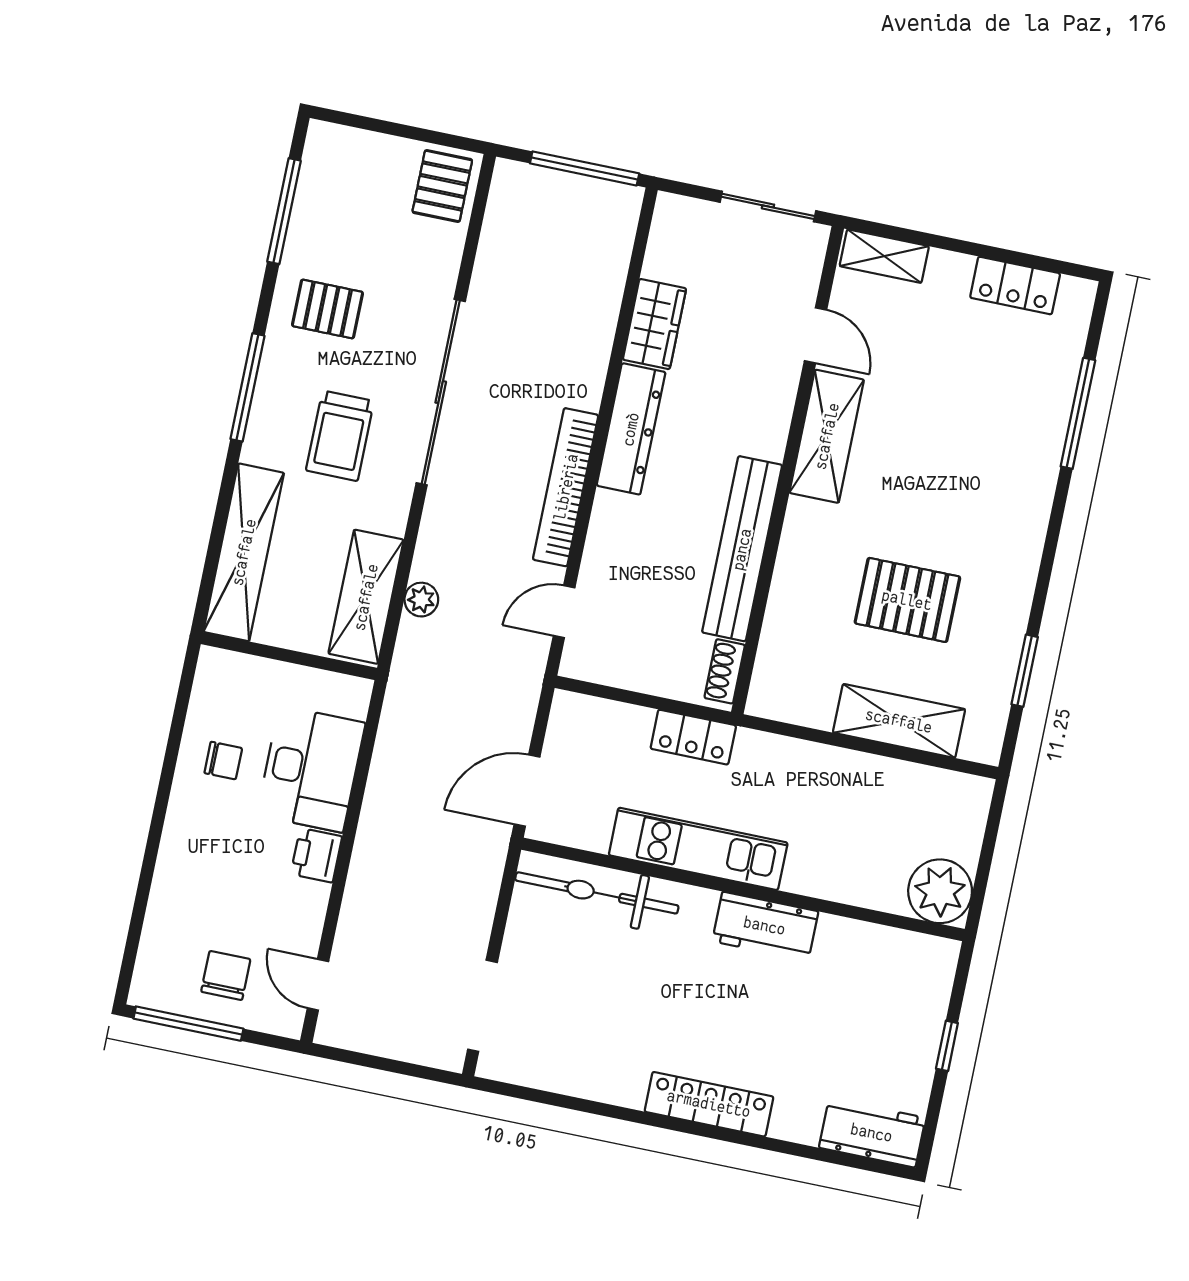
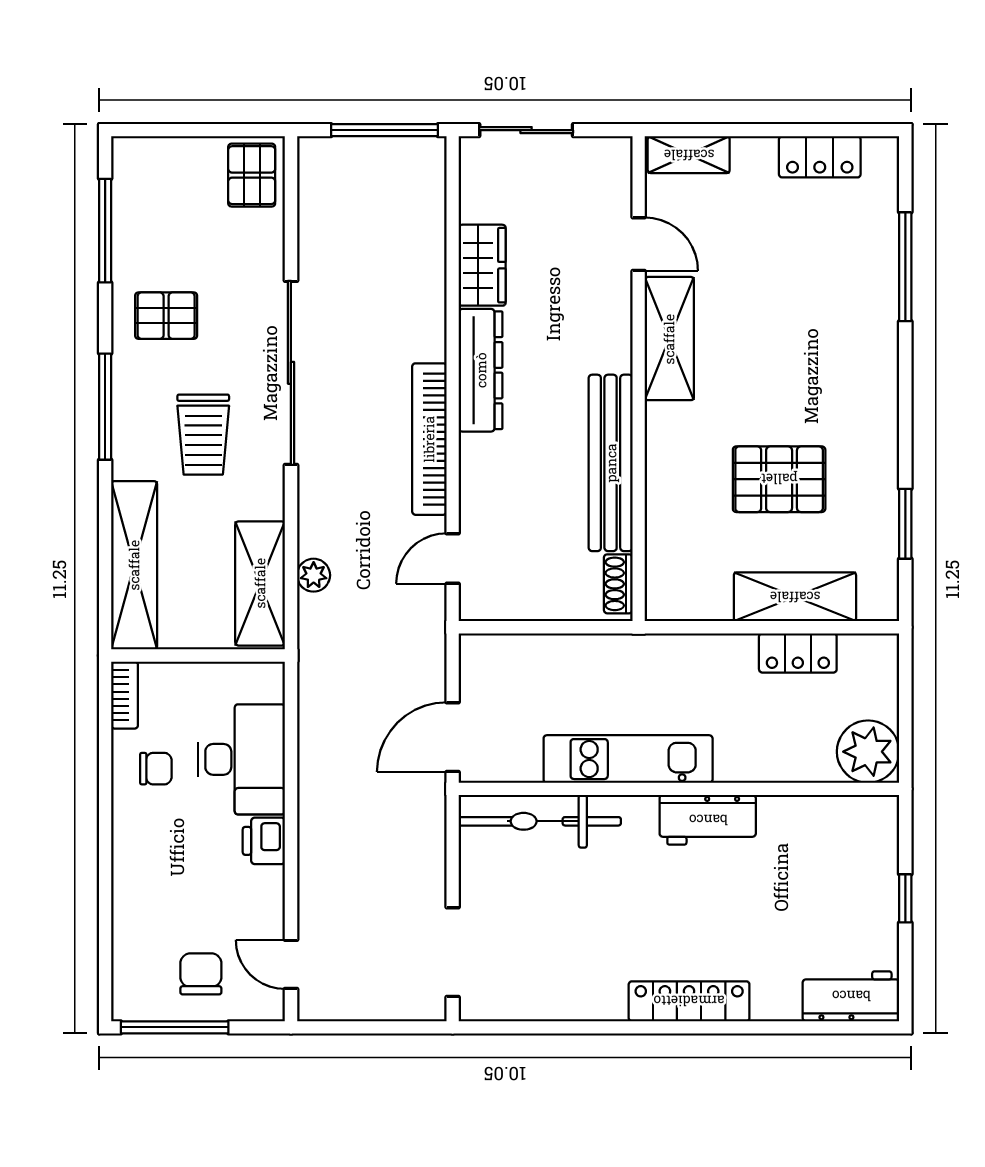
sliding door: (768, 206) -> (526, 130), moved
bookcase: (207, 680) -> (125, 695), added
locker: (693, 737) -> (798, 653), moved

